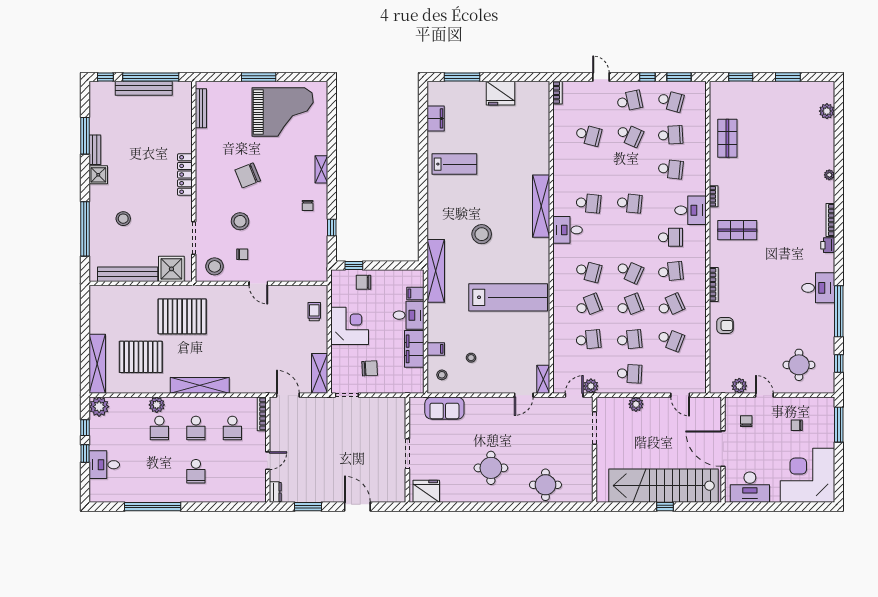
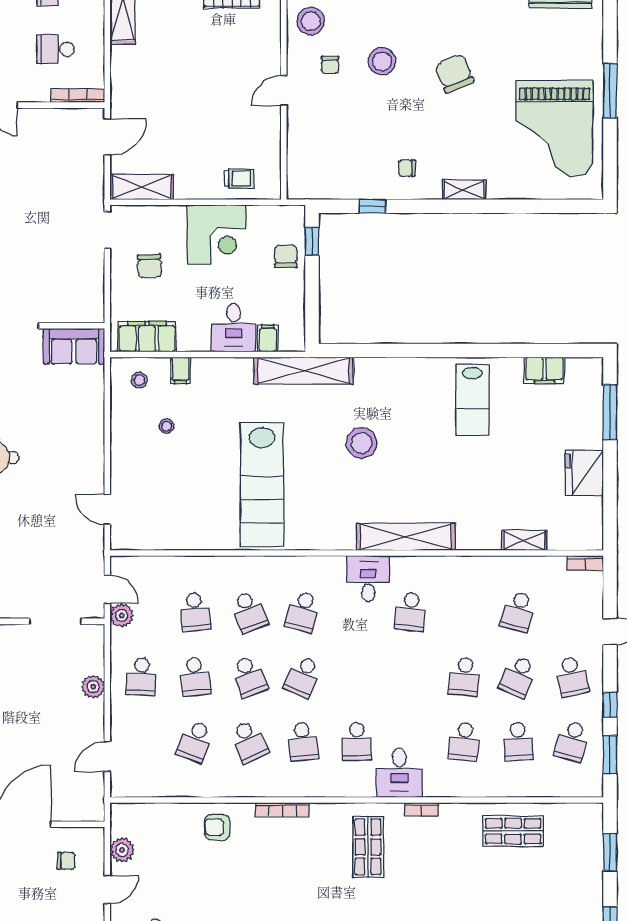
school desk: (629, 203) -> (464, 677), moved
armchair: (725, 325) -> (217, 827), turned 90
filing cabinet: (414, 349) -> (147, 337), moved
shelving: (543, 379) -> (524, 540), moved
sofa: (444, 408) -> (74, 346), moved, turned -90

